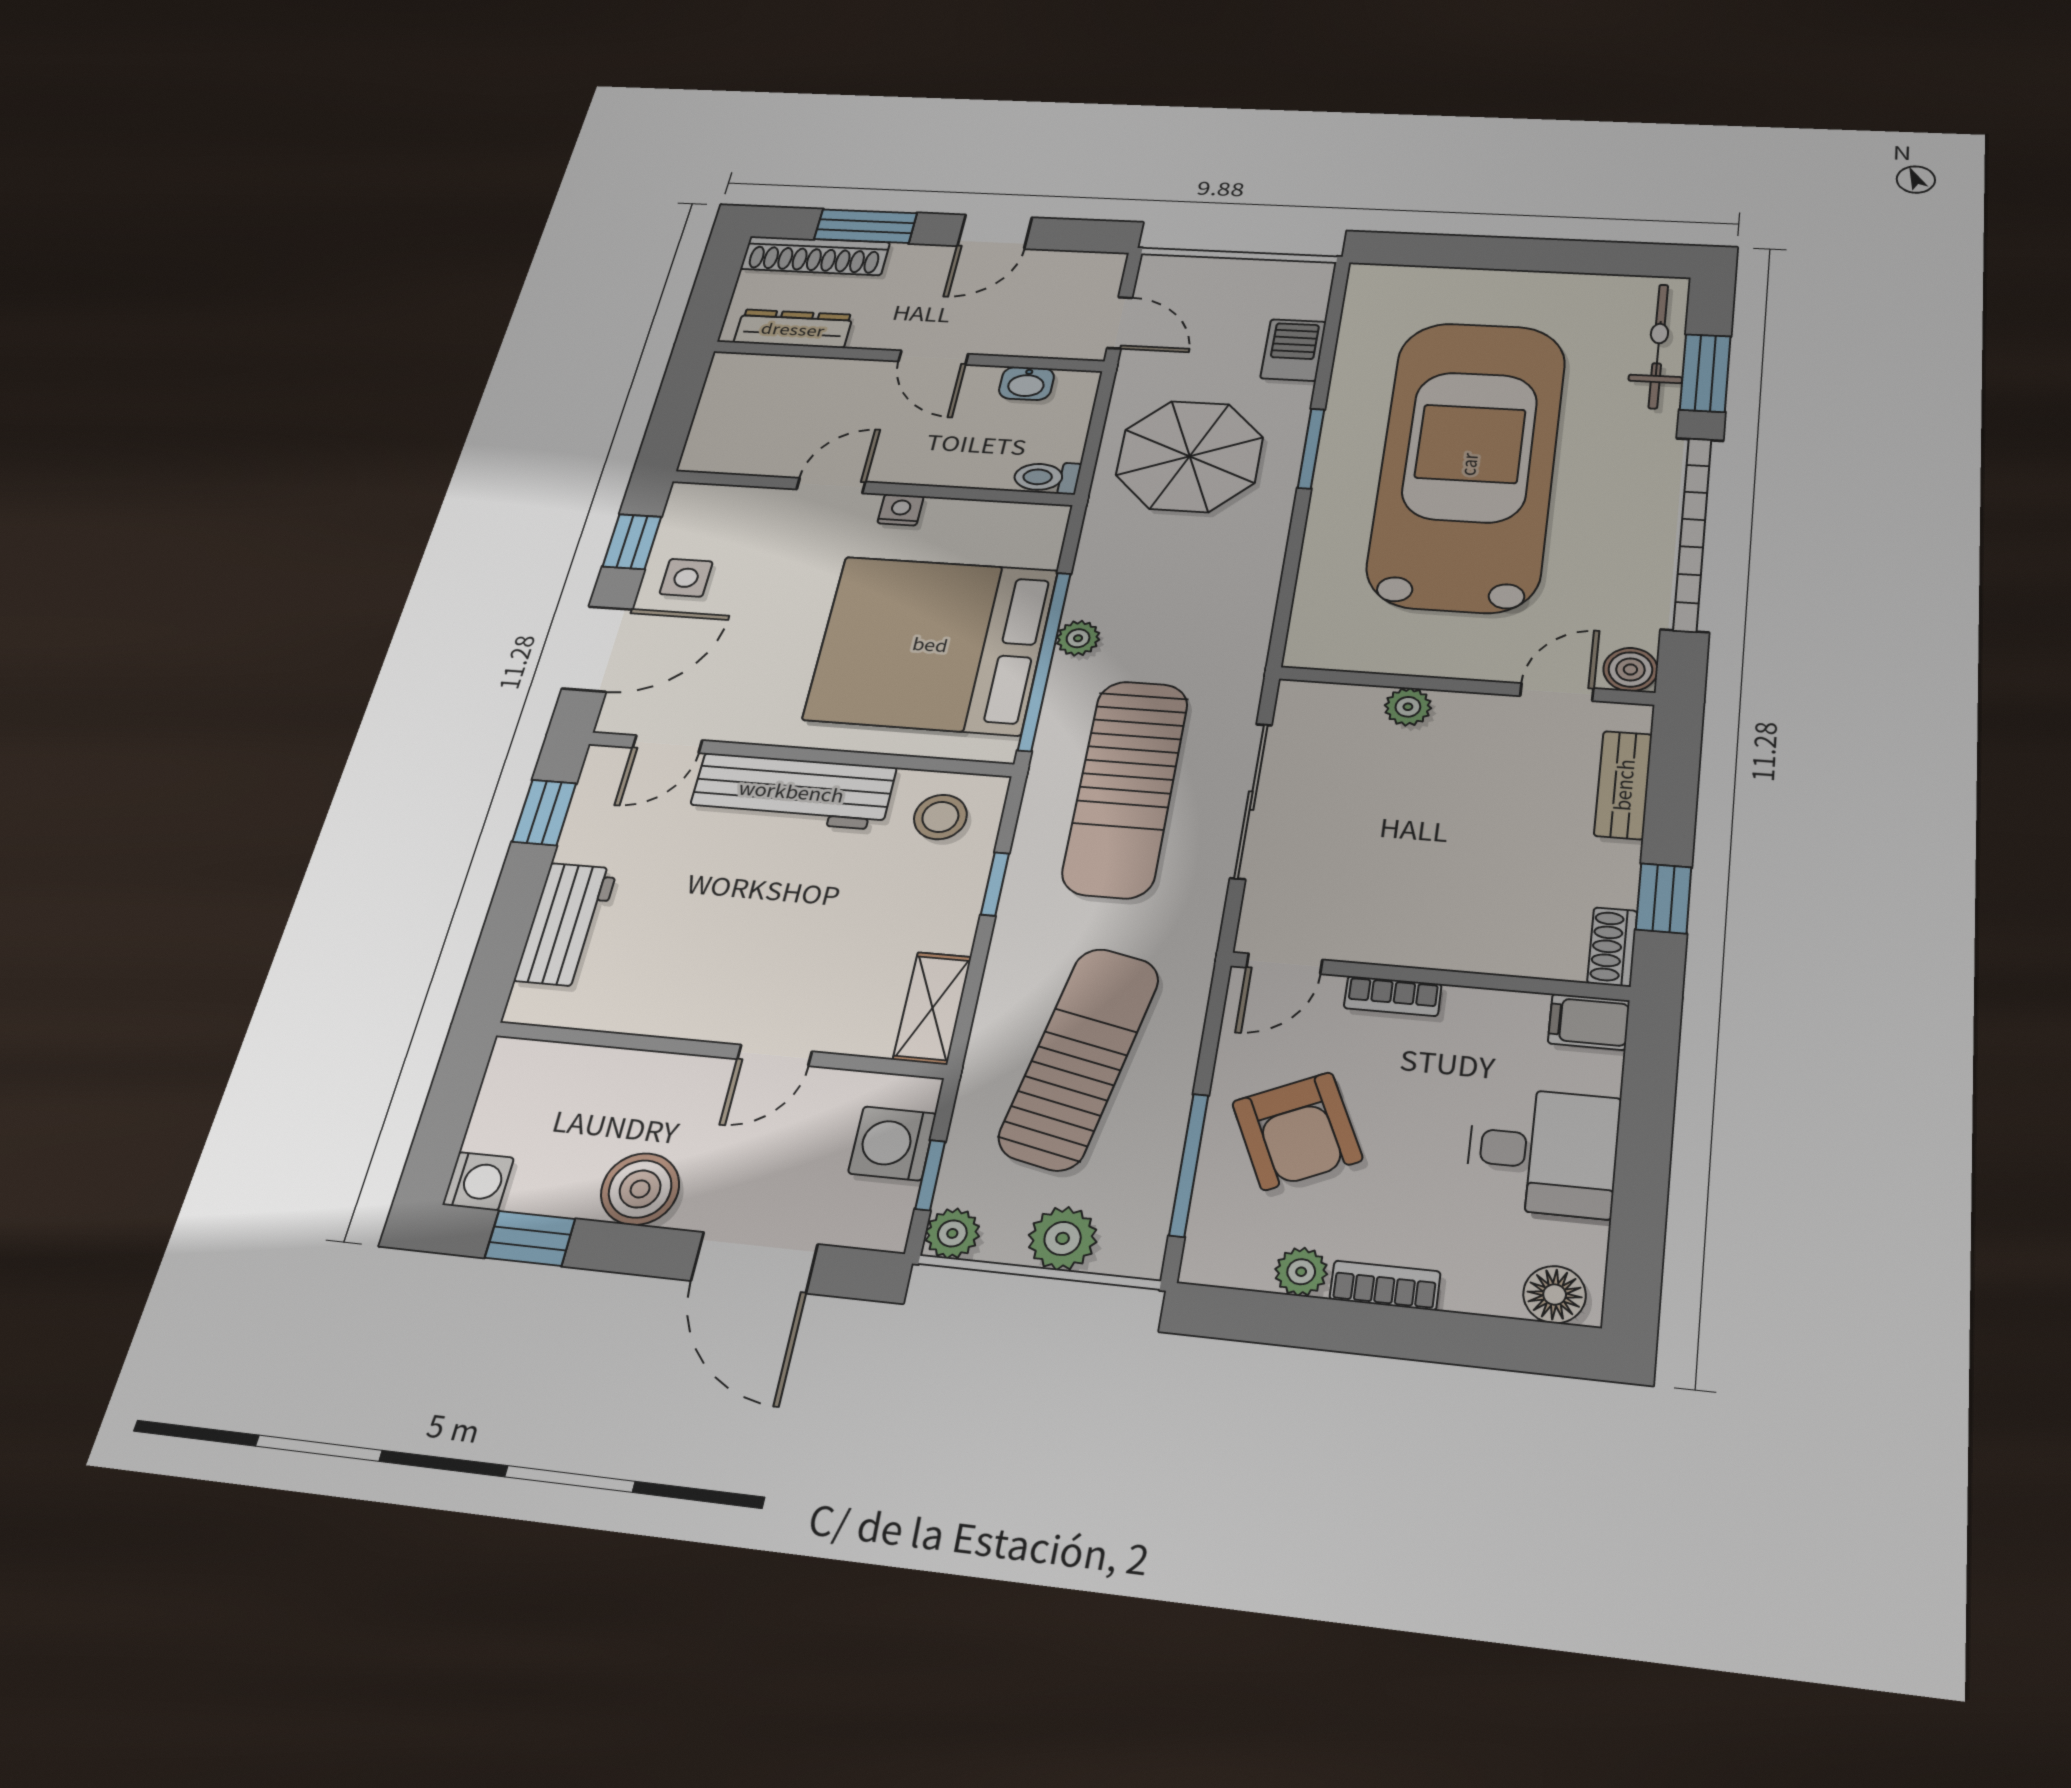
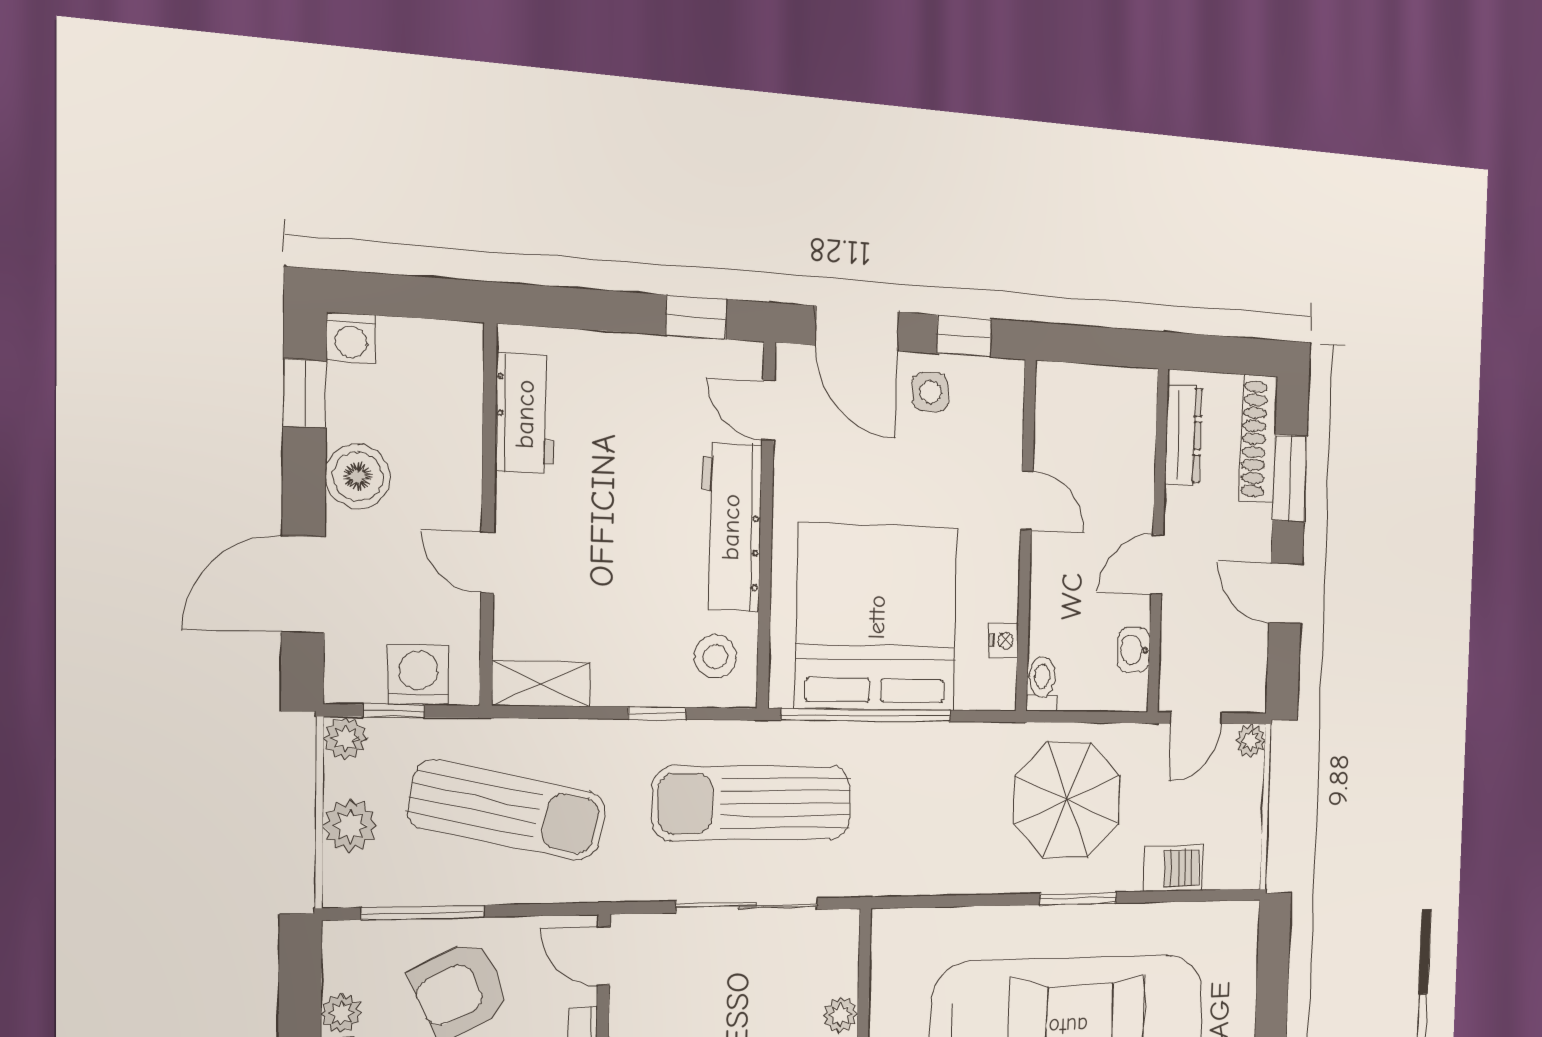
nightstand: (901, 510) -> (1003, 640), moved
plant: (1078, 638) -> (1250, 741), moved
workbench: (566, 924) -> (525, 414), moved, turned -90

